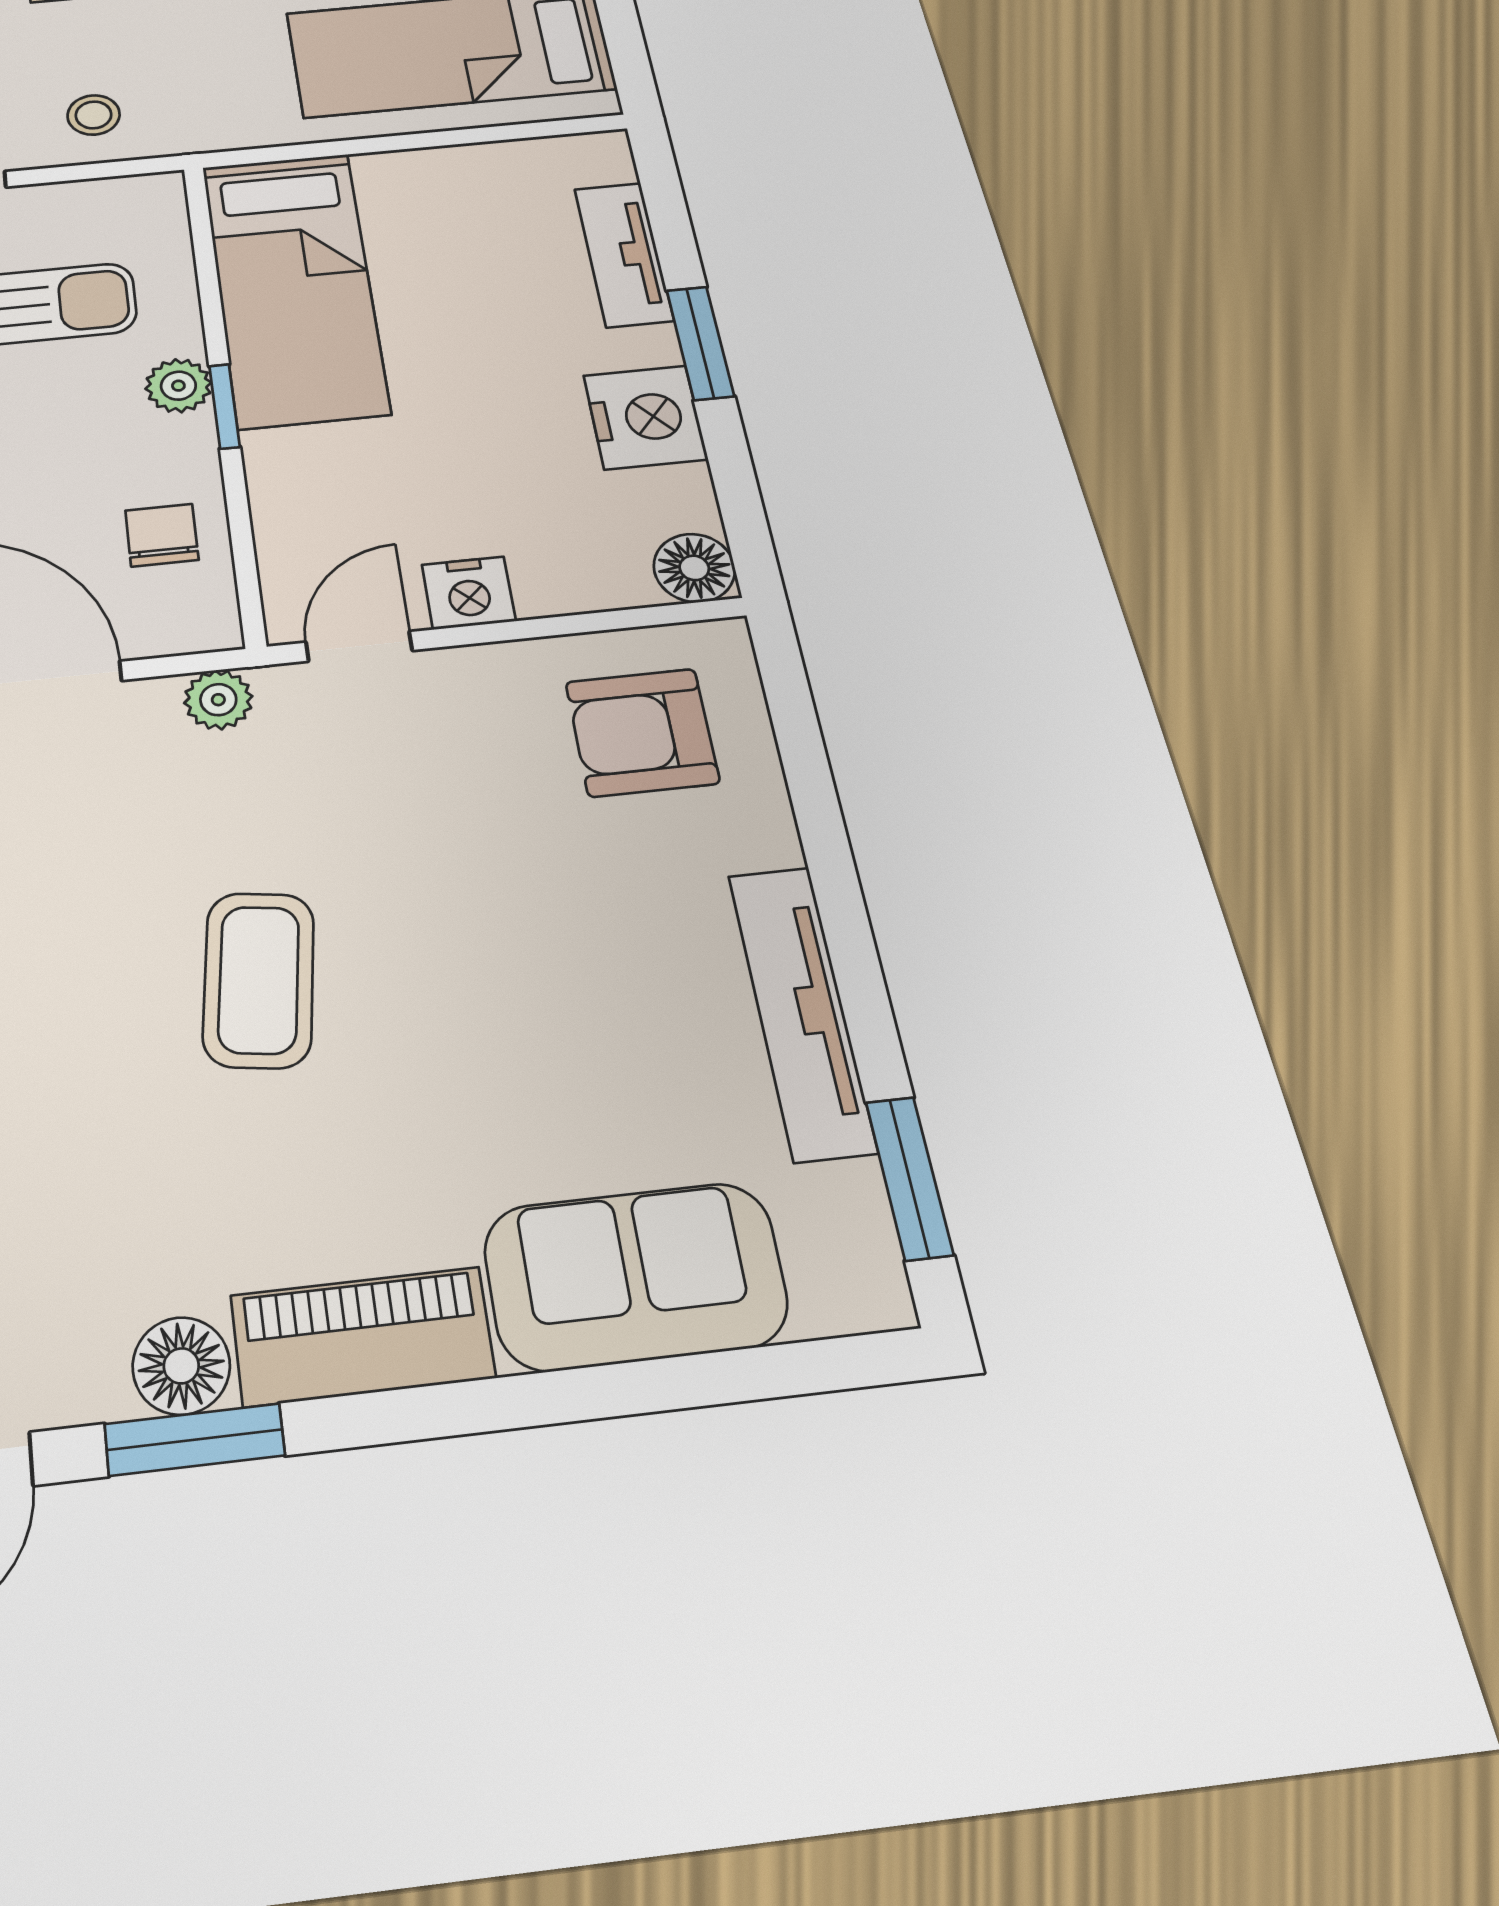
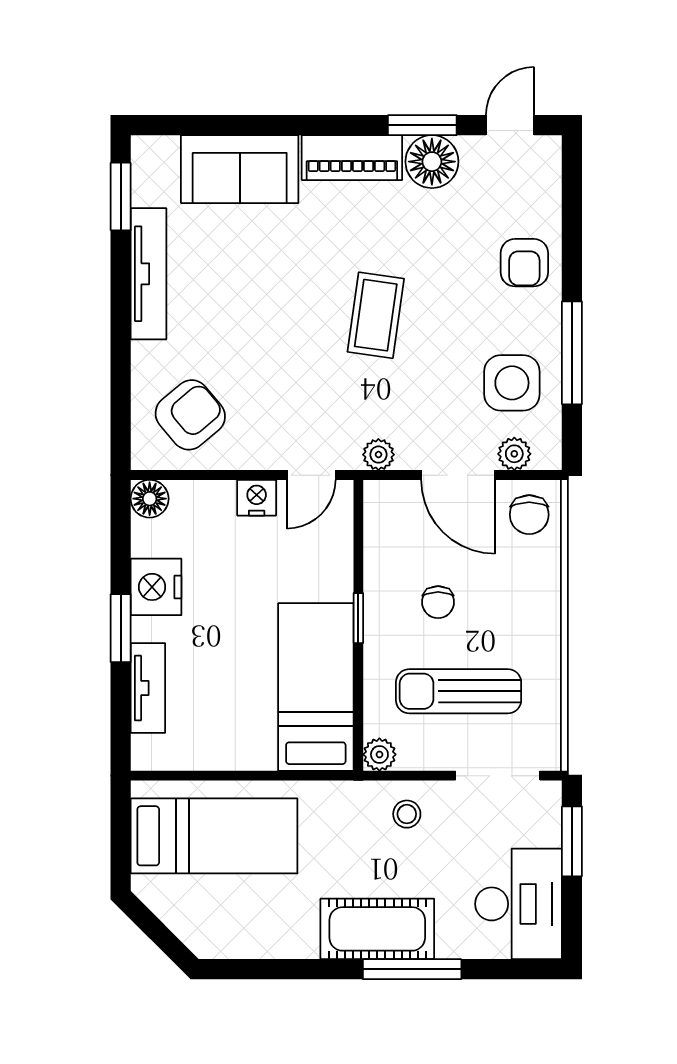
plant: (178, 386) -> (379, 754), moved
chair: (162, 535) -> (438, 602), moved
armchair: (642, 732) -> (190, 415), turned -40
floor lamp: (181, 1366) -> (432, 162), width x1.38, depth x1.38

